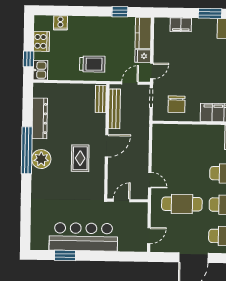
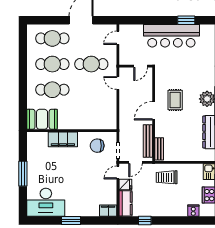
filing cabinet: (181, 25) -> (108, 211), moved
chair: (177, 104) -> (97, 146), turned -90

